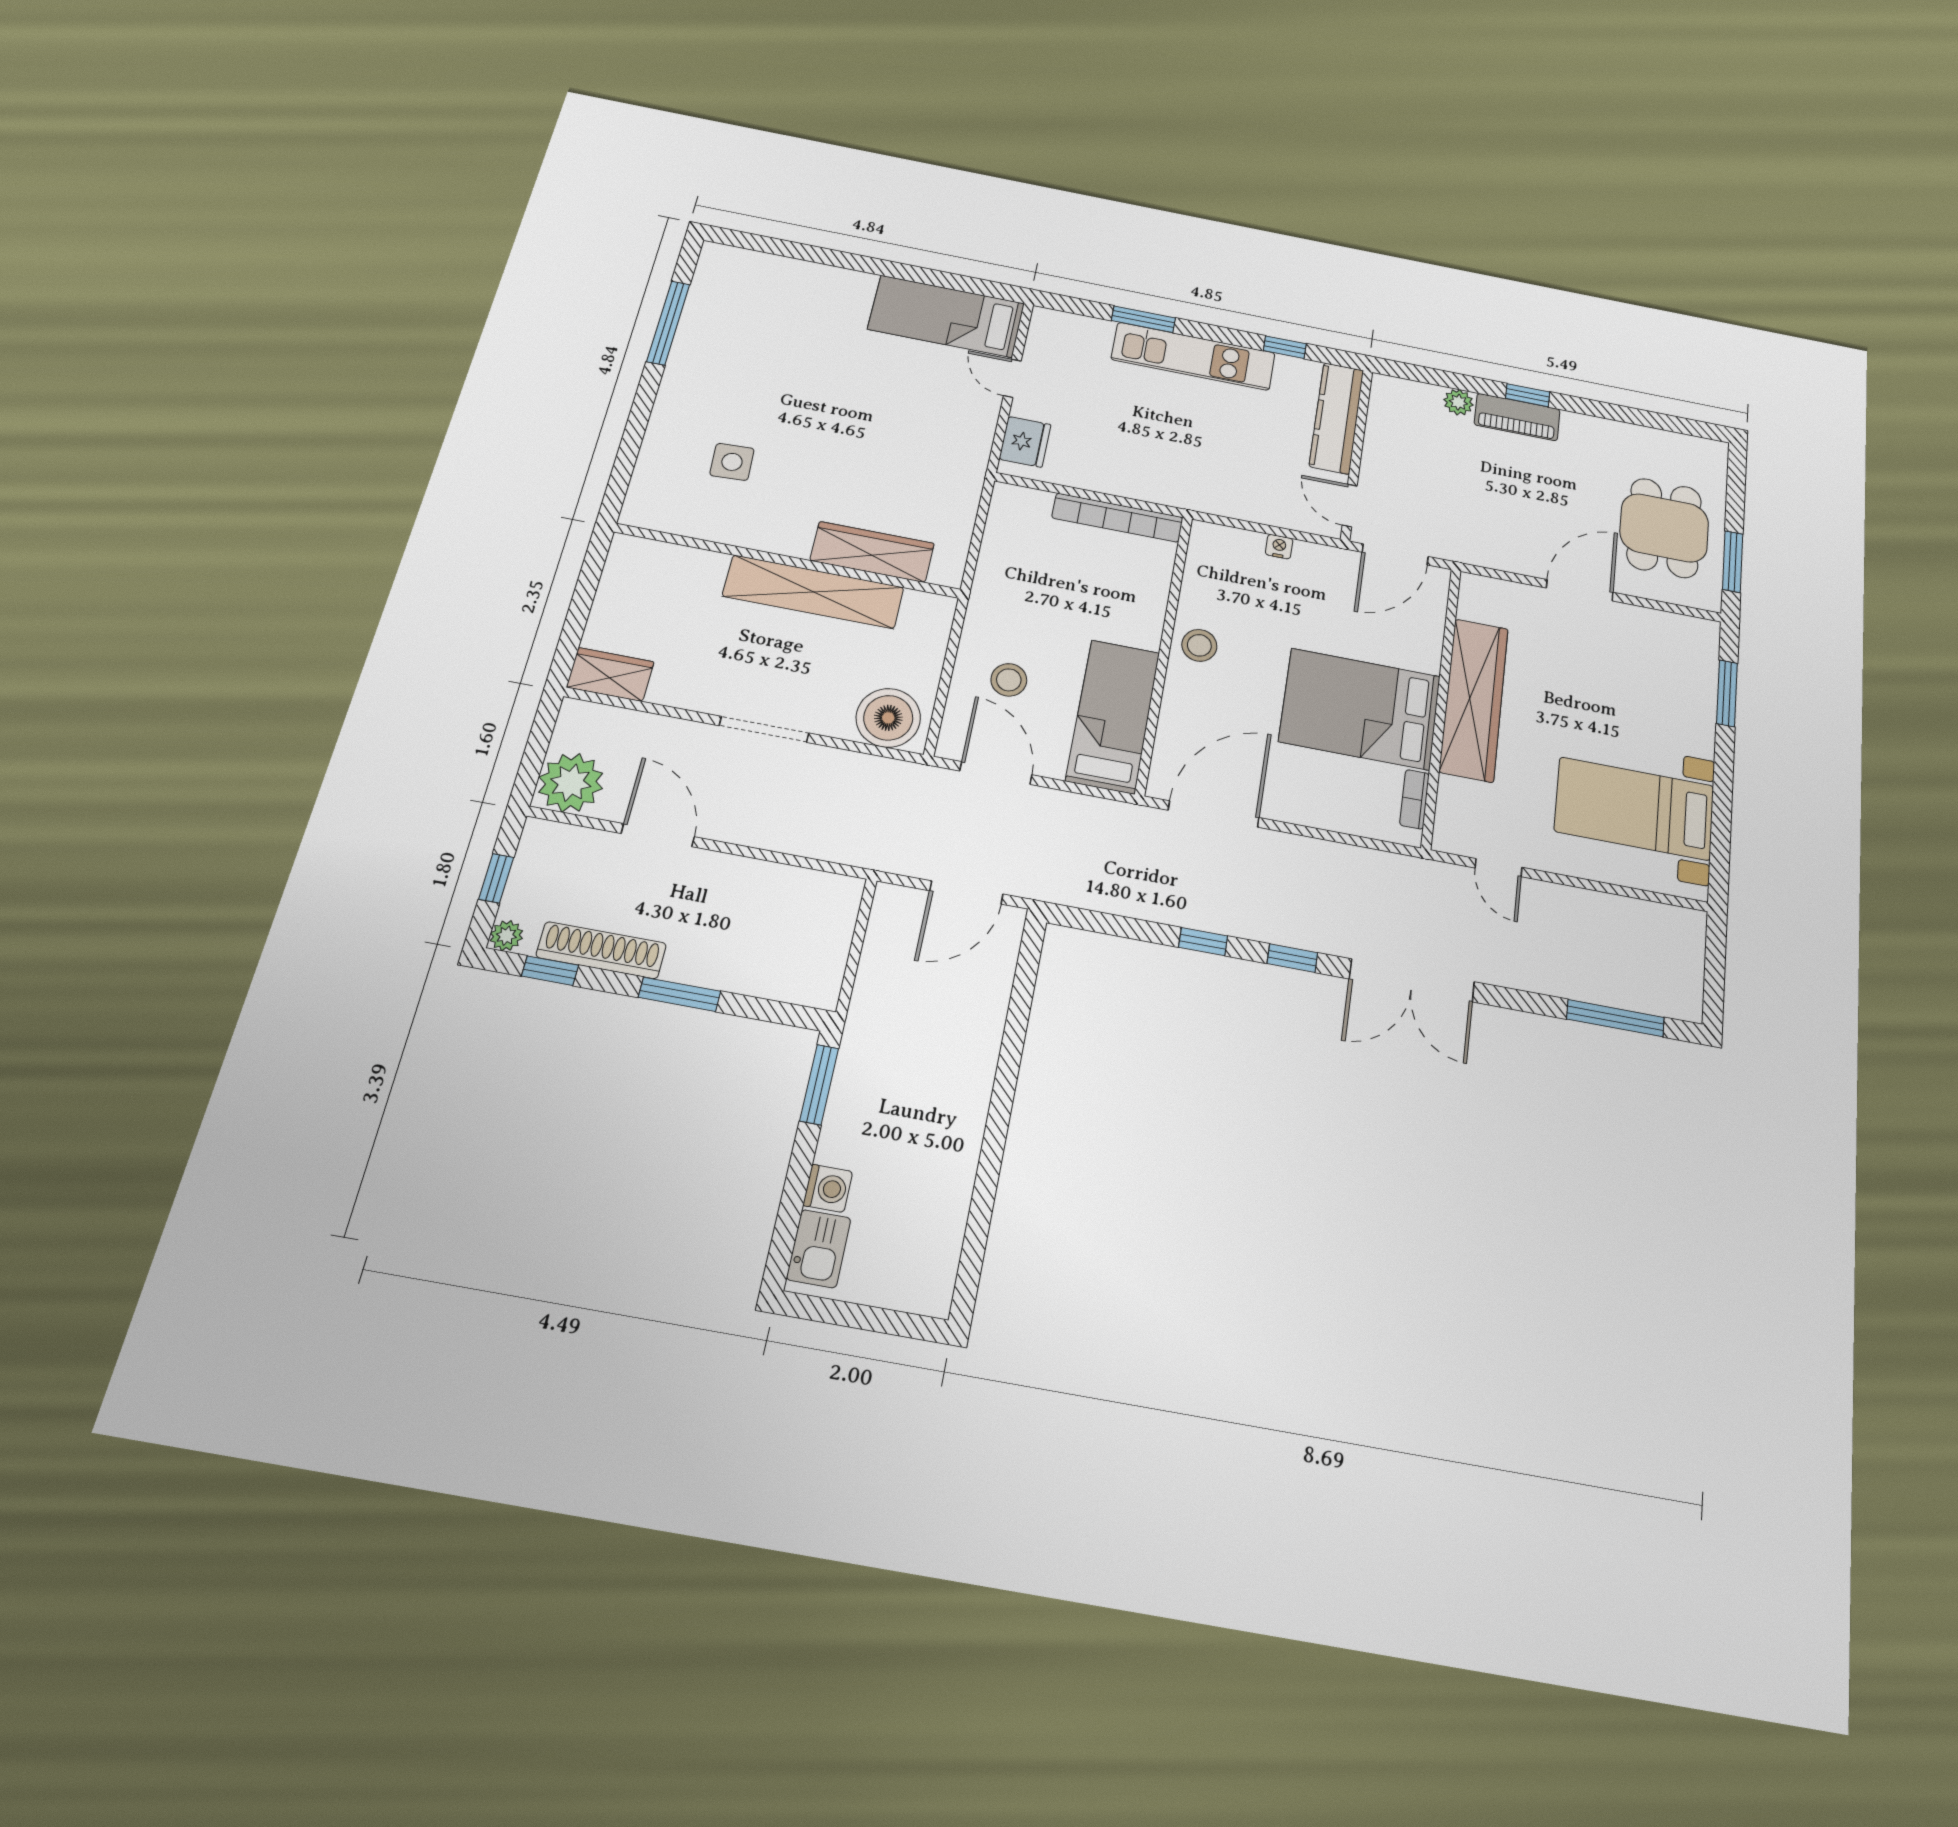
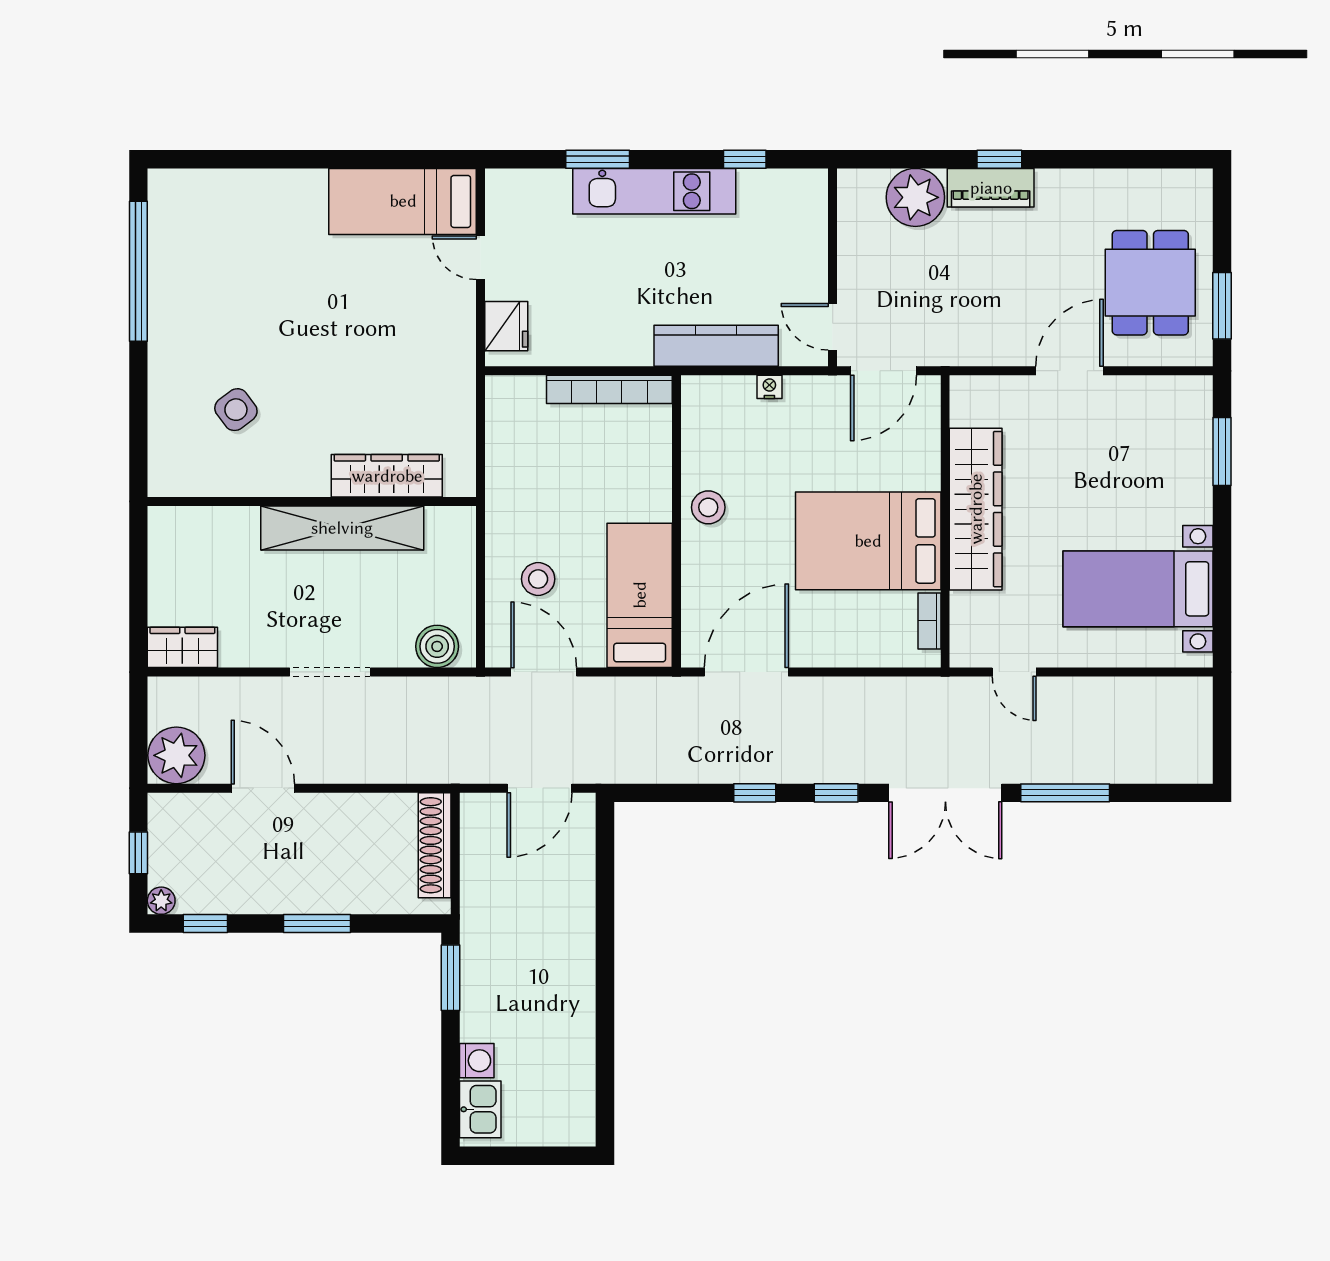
window: (668, 323) -> (138, 271), width x1.46
plant: (1458, 402) -> (915, 197), width x1.88, depth x1.88
kitchen counter: (1337, 418) -> (716, 346), moved, turned 90
side table: (732, 462) -> (236, 410), turned -34
boiler: (888, 718) -> (437, 646), width x0.73, depth x0.73
shoe rack: (601, 950) -> (435, 845), moved, turned -90
window: (1615, 1018) -> (1065, 793), moved

